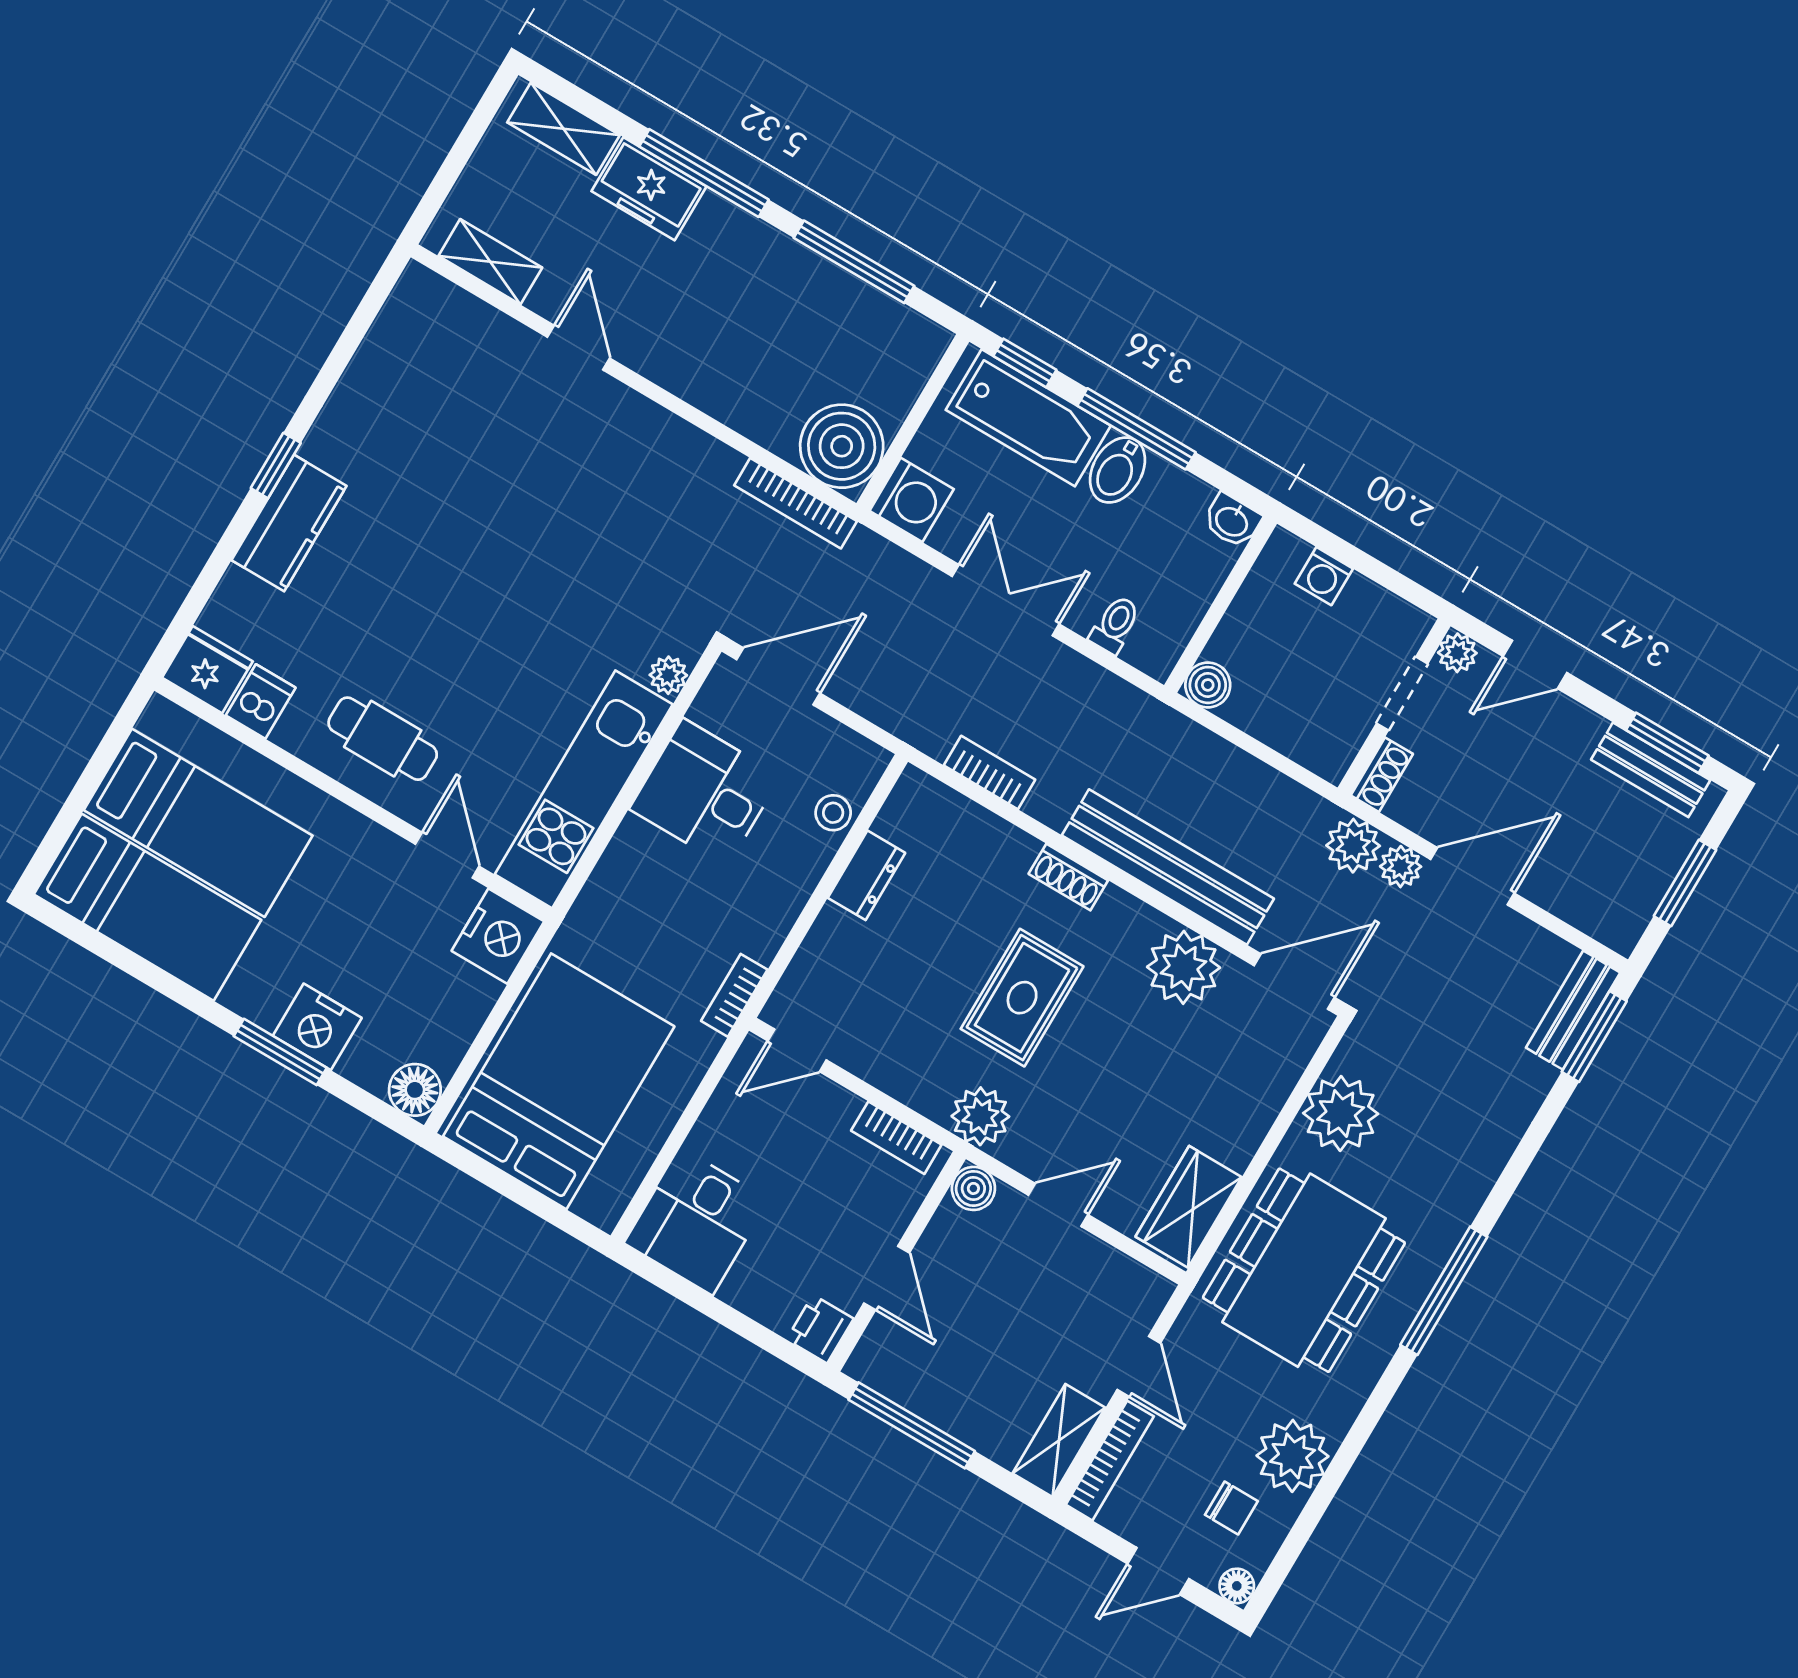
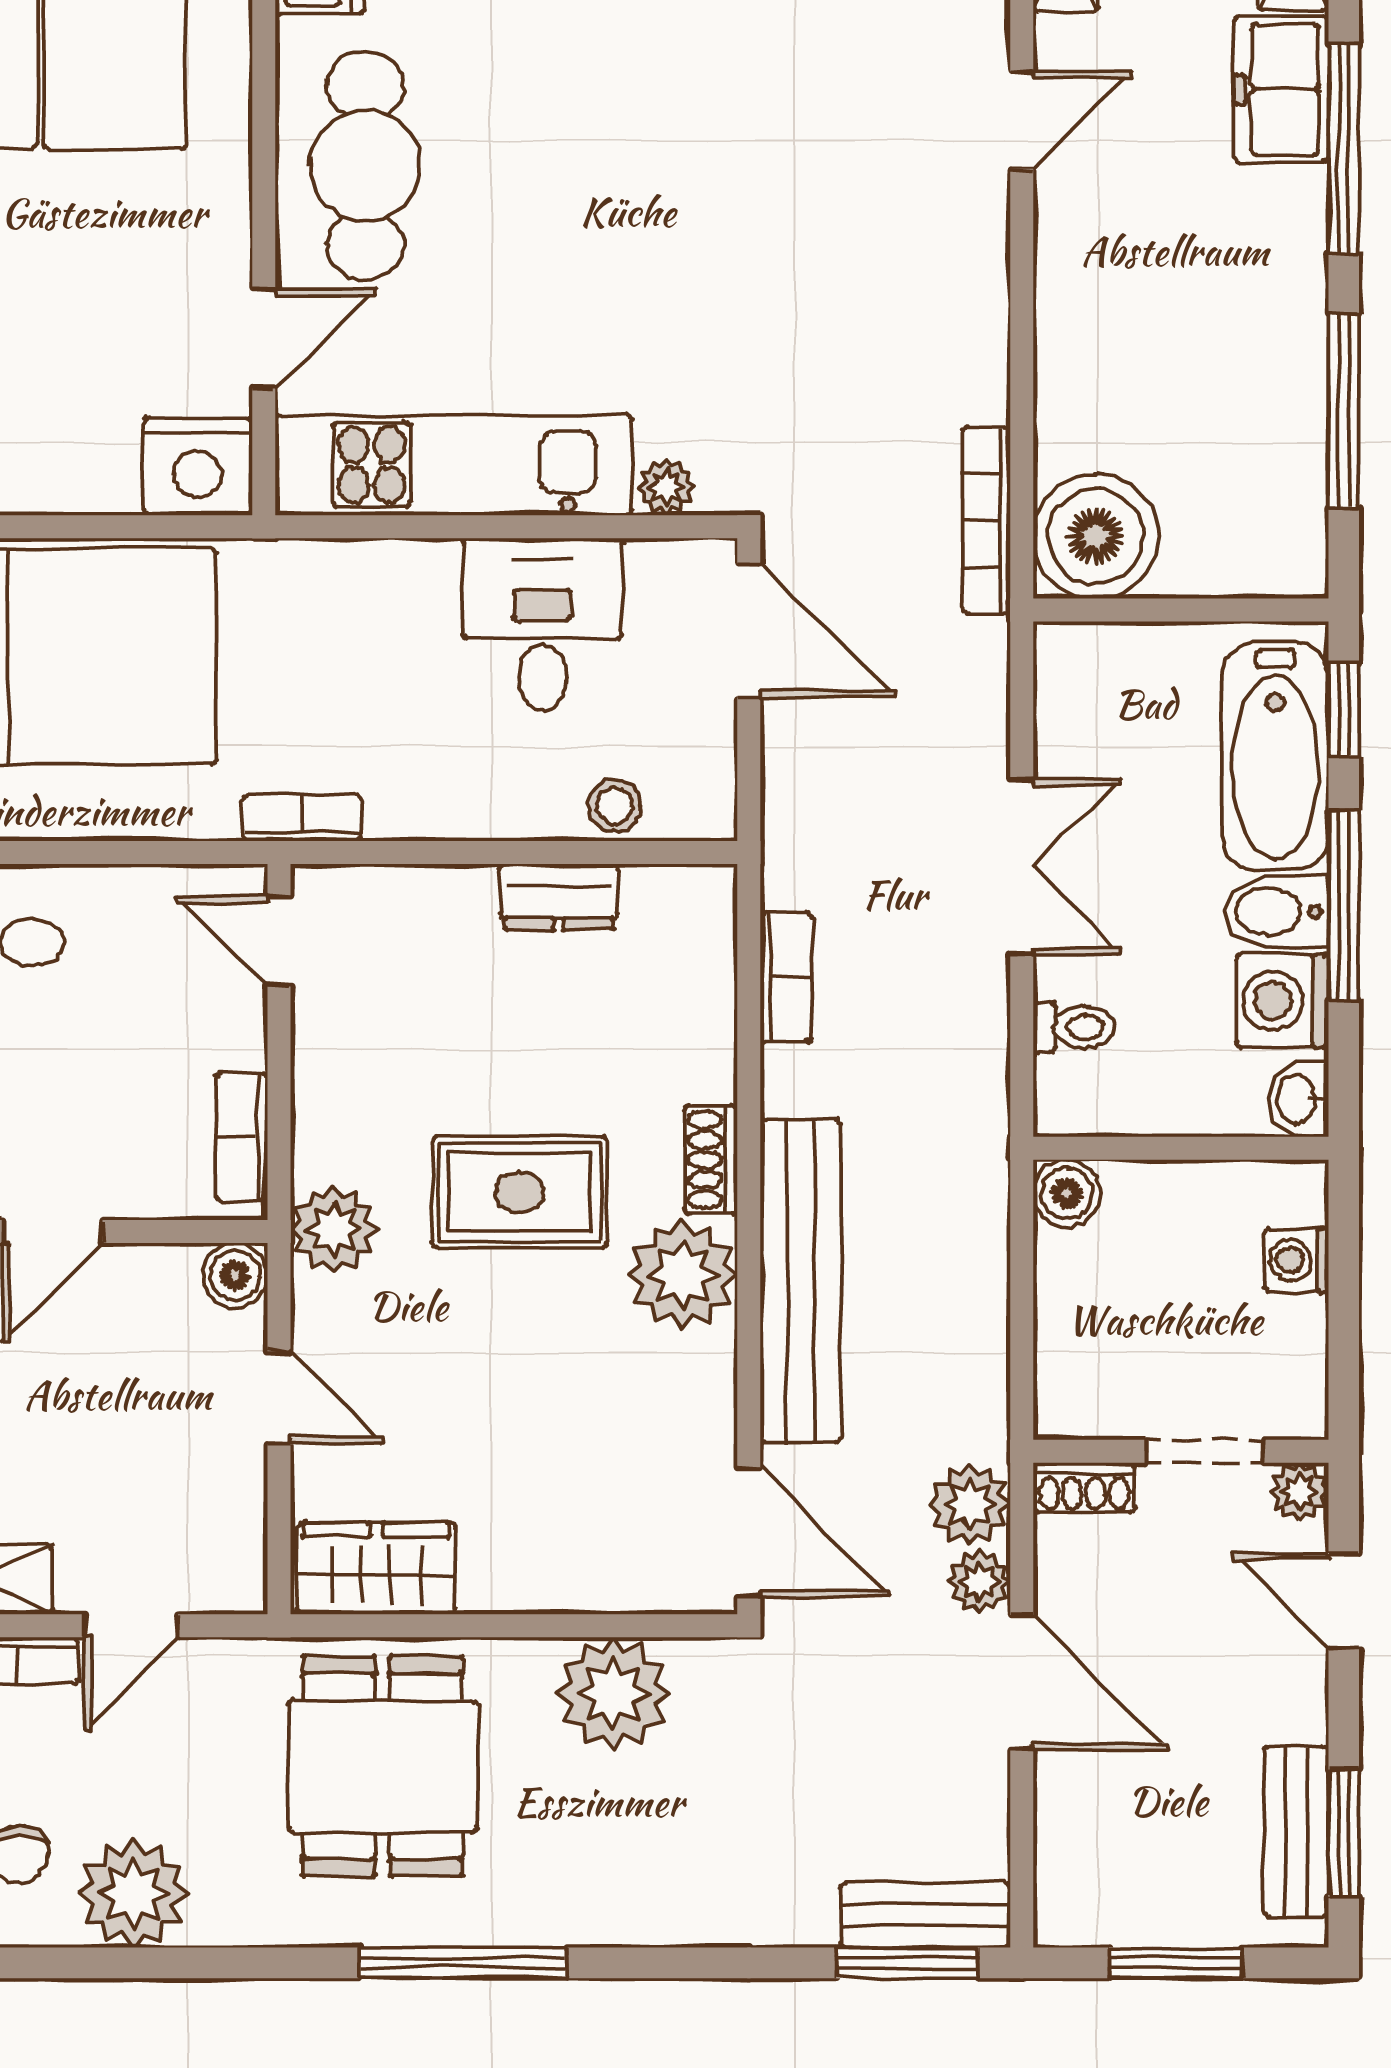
washing machine: (912, 500) -> (1282, 1001), moved, turned 90
cafe table: (383, 739) -> (365, 166), width x1.37, depth x1.35
plant: (1184, 967) -> (682, 1275), moved
dining table: (1304, 1270) -> (382, 1766), width x0.73

